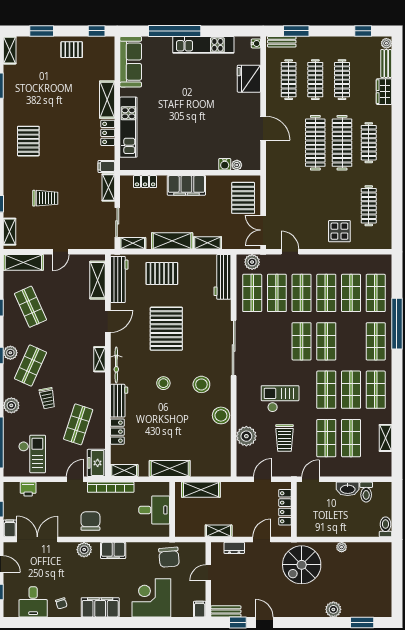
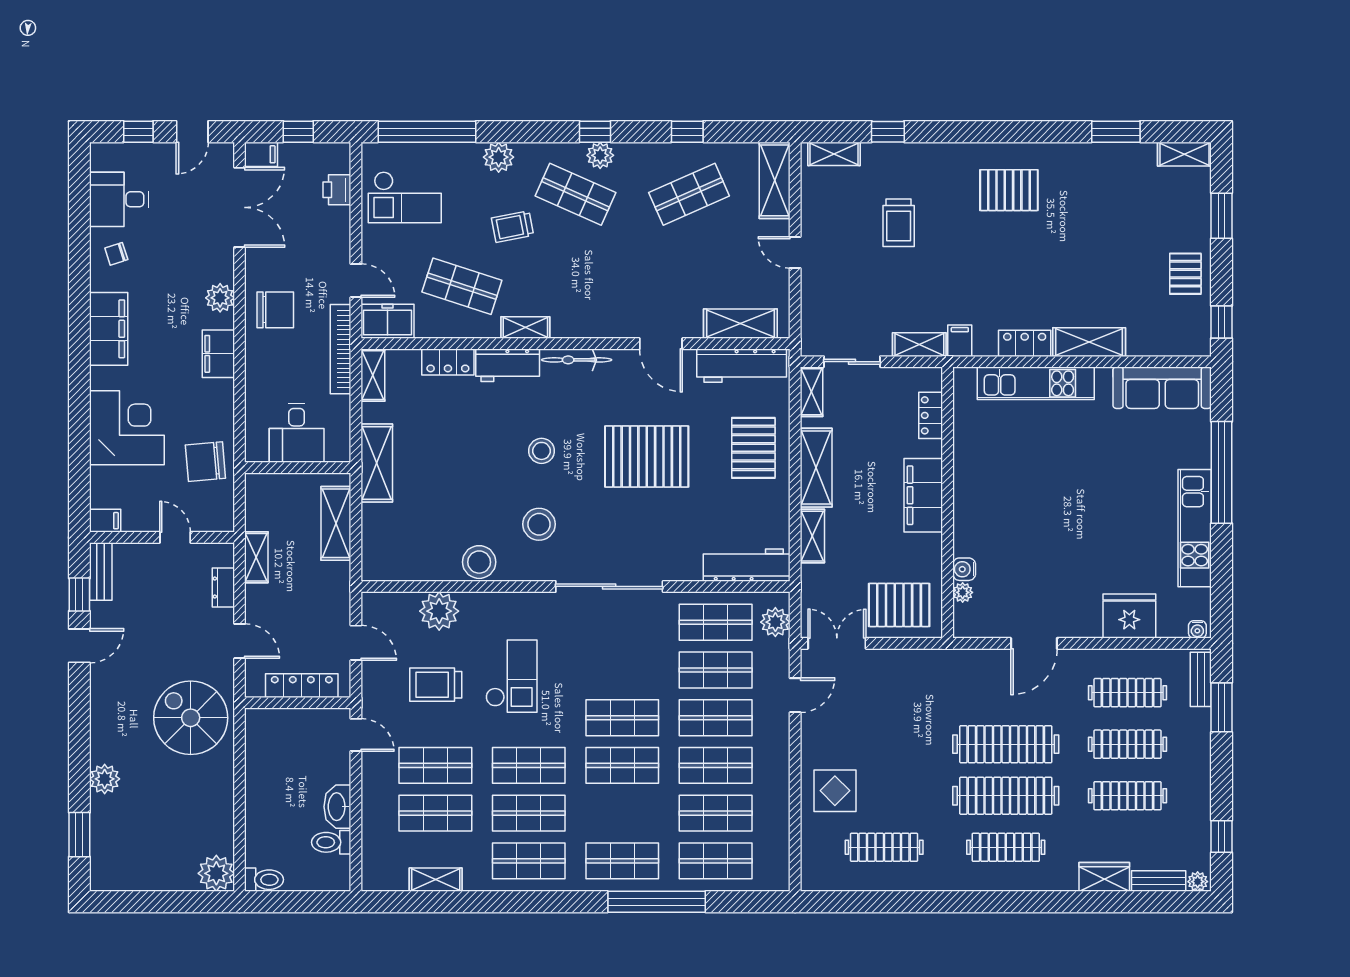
shelving: (100, 359) -> (525, 328), moved
plant: (342, 547) -> (216, 873), moved, width x1.87, depth x1.87

